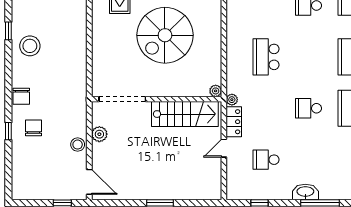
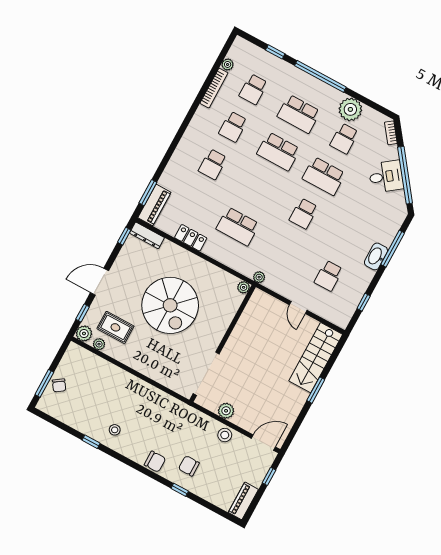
stool: (30, 46) -> (115, 430), width x0.53, depth x0.53
stairs: (185, 114) -> (316, 358), moved, turned 180
locker: (234, 122) -> (191, 238), moved
piano: (29, 192) -> (243, 501), added

